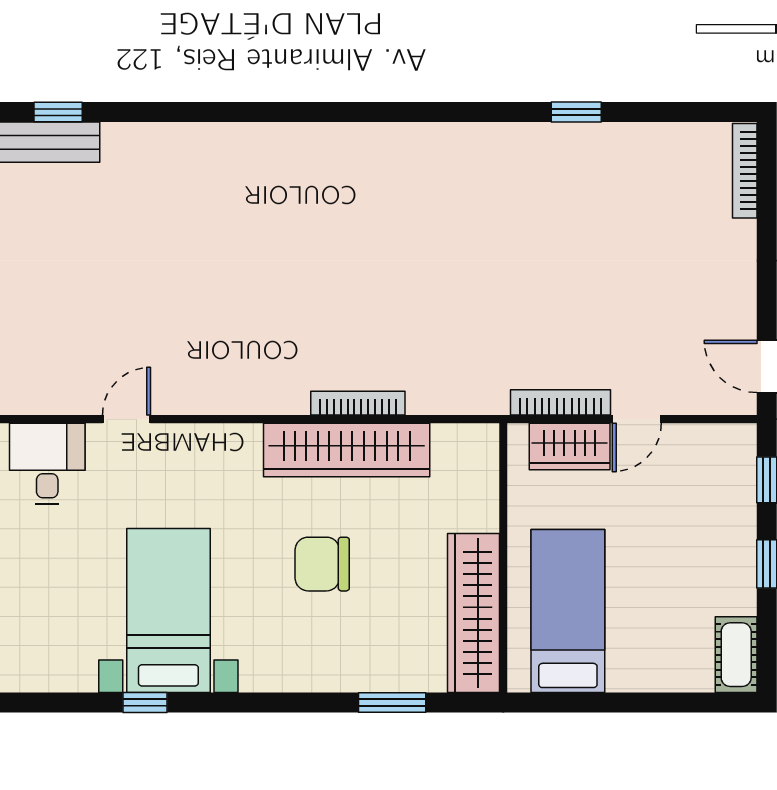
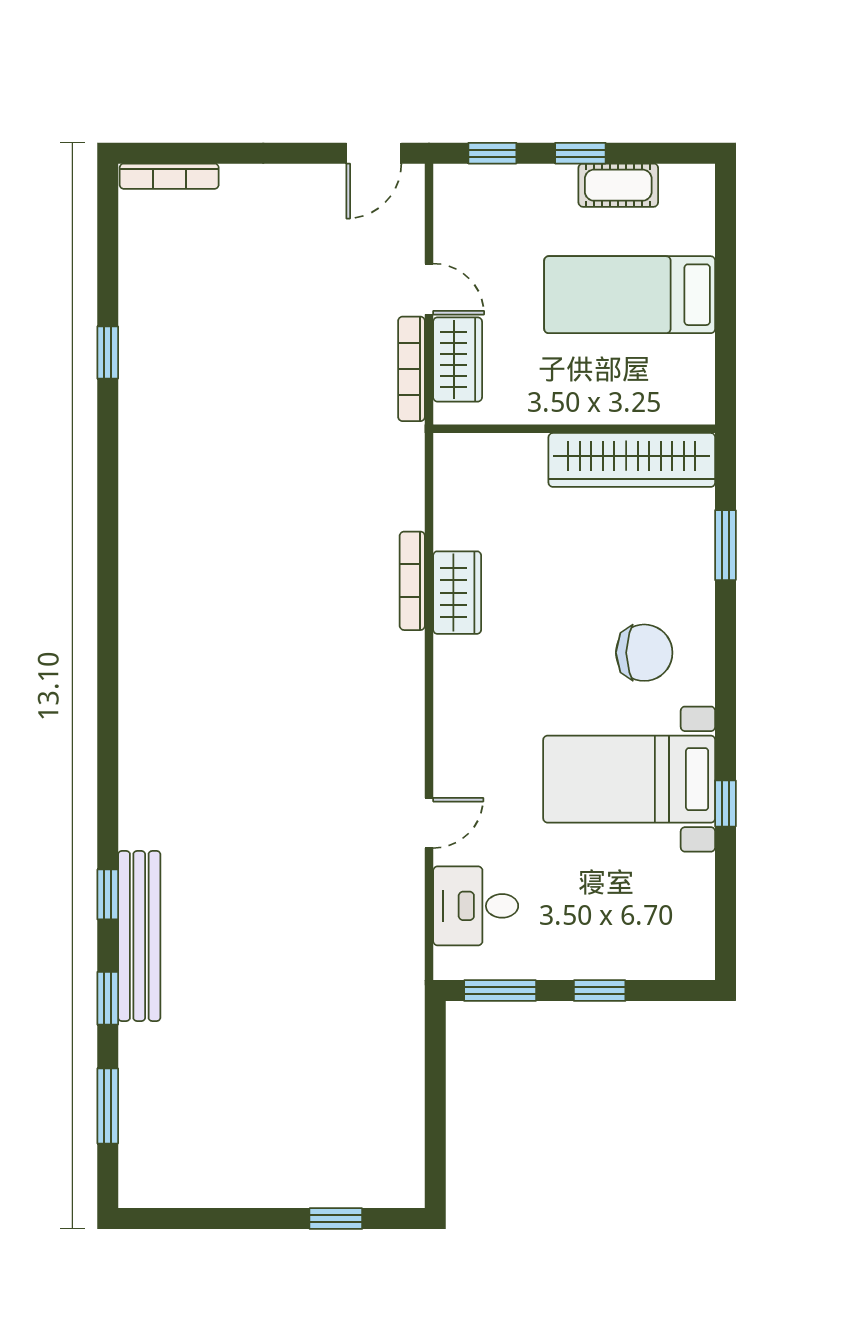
door: (127, 419) -> (429, 823), swing flipped
wardrobe: (347, 450) -> (457, 593), width x0.48, depth x0.85
chair: (322, 564) -> (644, 653), moved, turned -90
bed: (568, 611) -> (630, 295), moved
cot: (736, 655) -> (618, 185), moved

